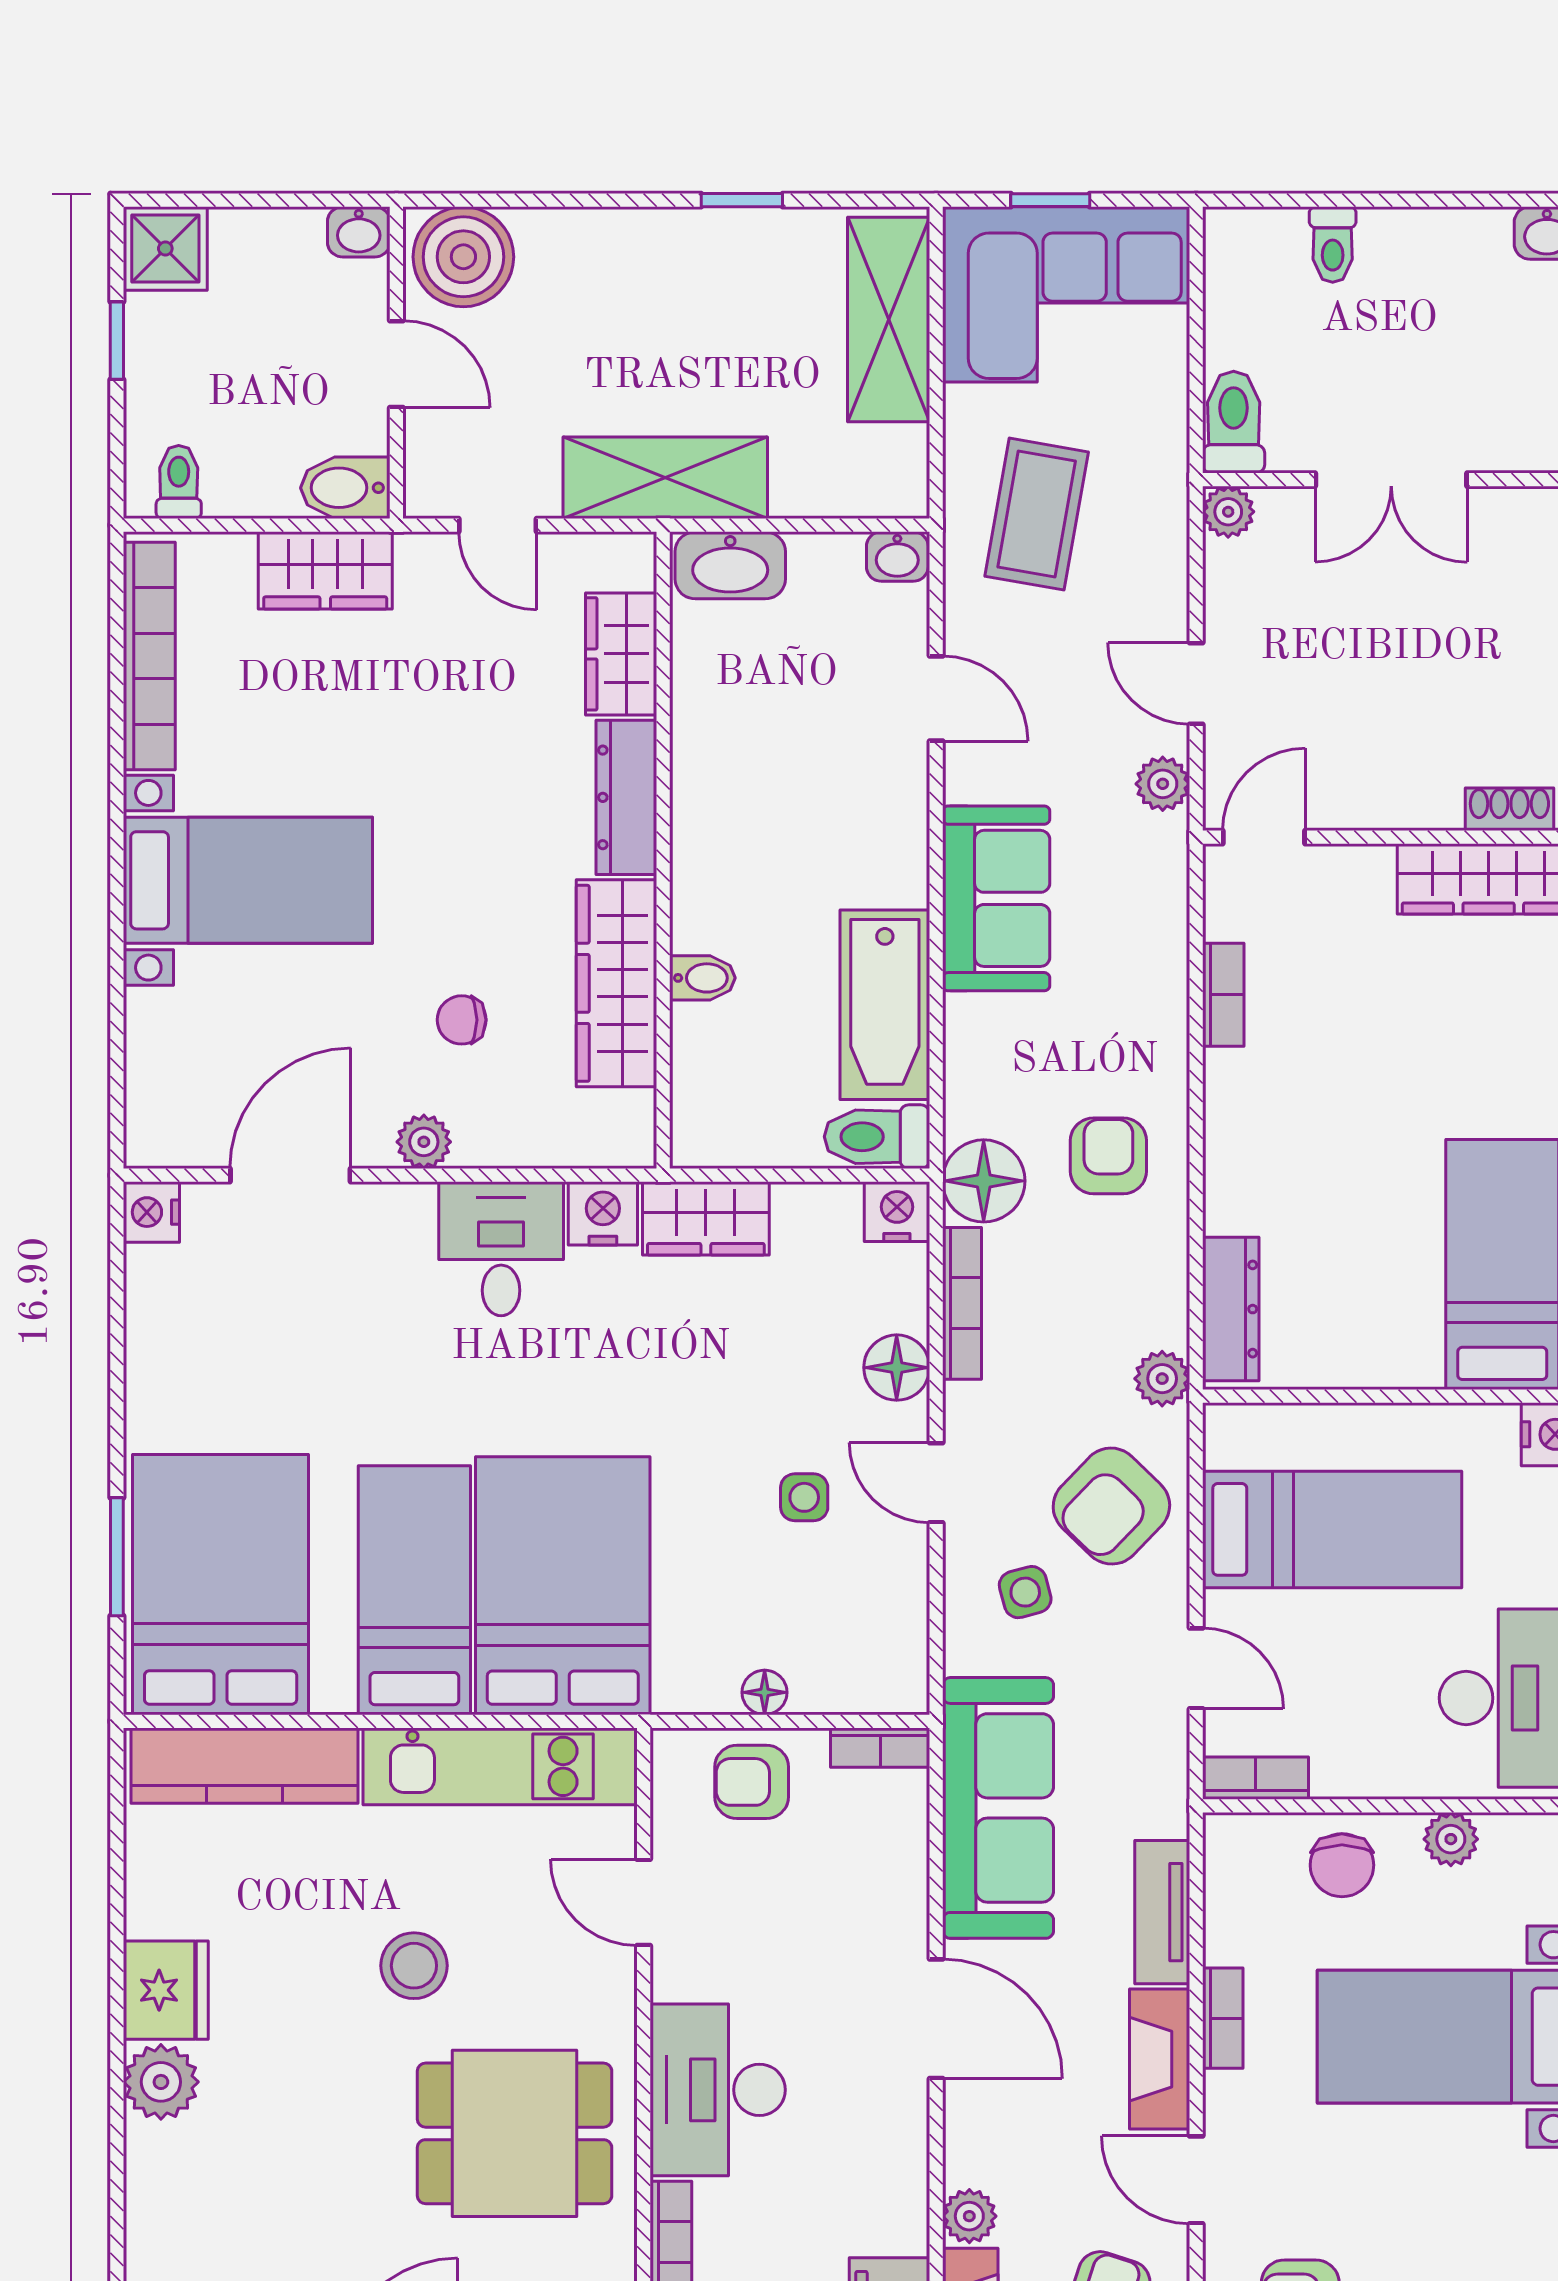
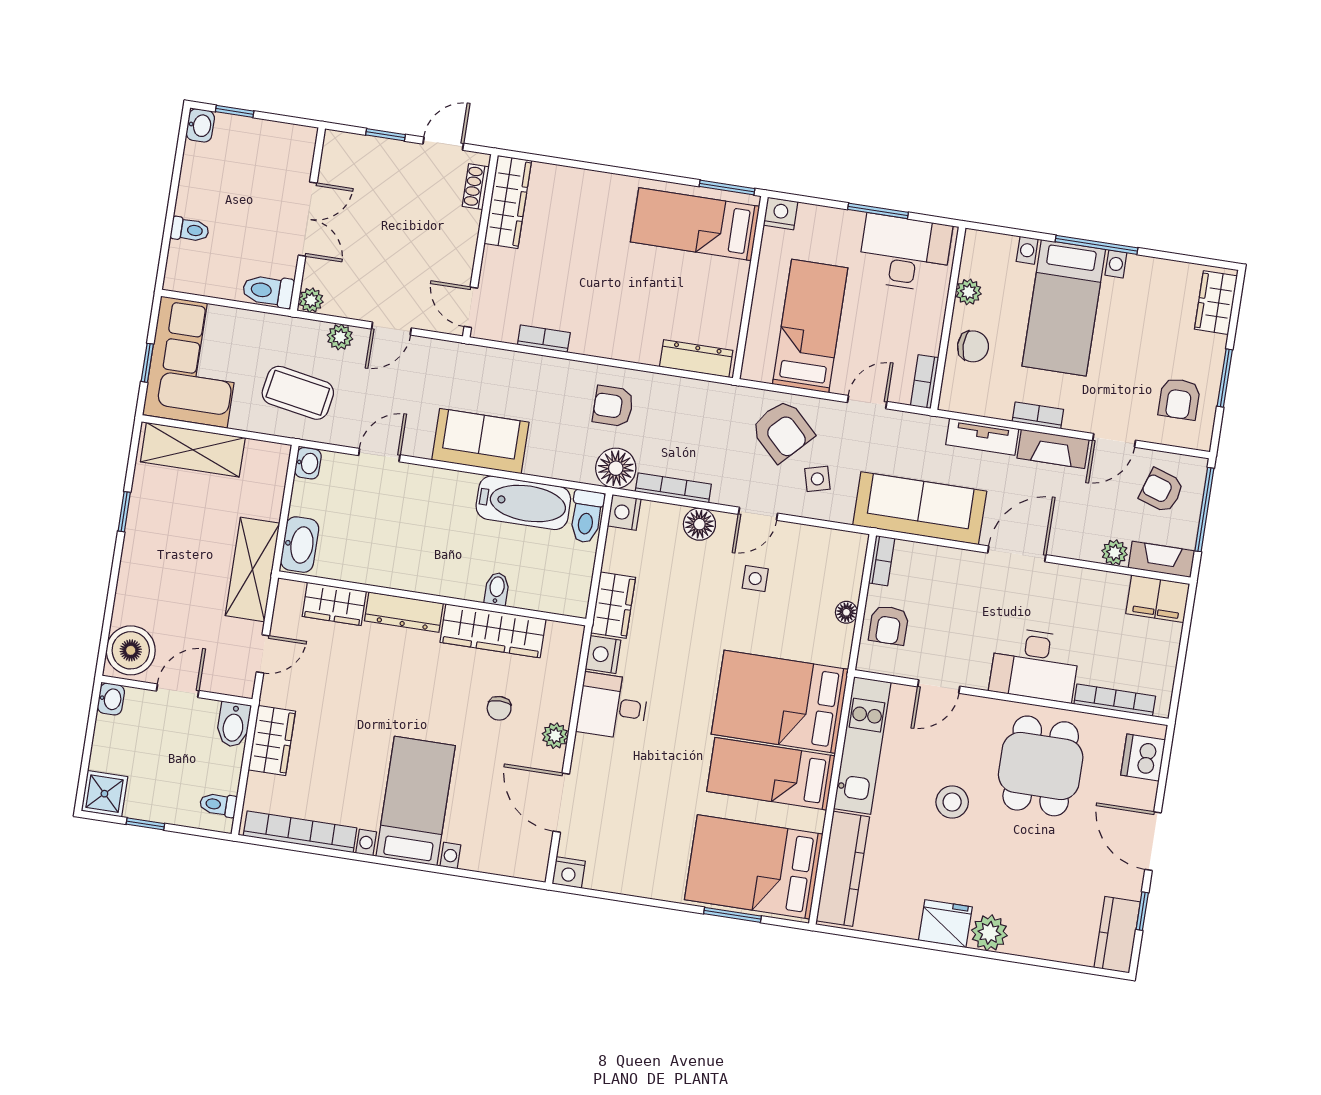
plant: (1163, 784) -> (340, 337), moved
plant: (1162, 1379) -> (725, 397), removed

